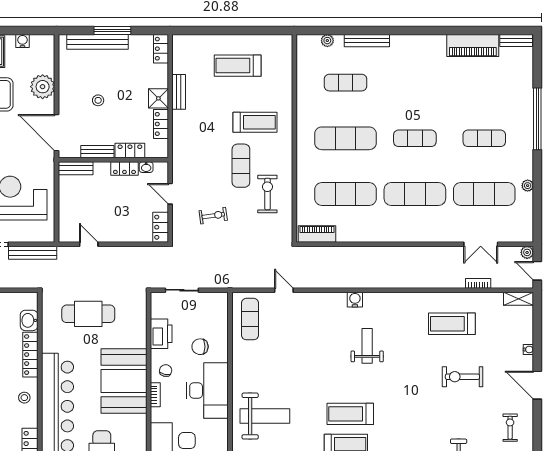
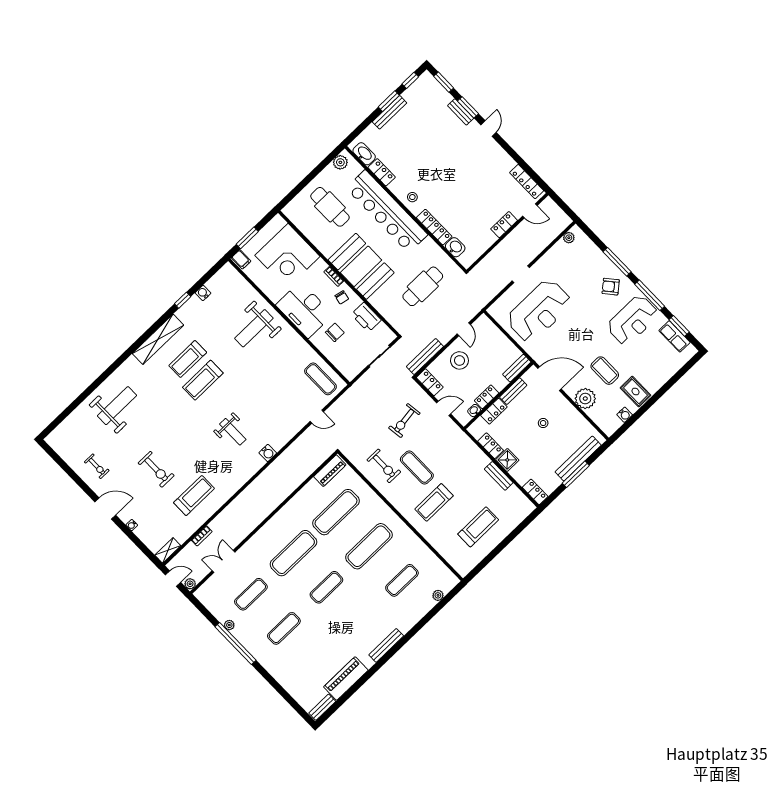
bench: (367, 41) -> (386, 645), moved
window: (537, 119) -> (236, 643), moved
exercise mat: (484, 194) -> (251, 594), width x0.73, depth x0.69
exercise bike: (213, 216) -> (404, 421), width x1.38, depth x1.39
stool: (118, 221) -> (459, 360), added
door: (89, 244) -> (464, 329), hinge flipped
bench: (33, 253) -> (425, 357), moved
exercise bike: (462, 377) -> (156, 469), turned 90
treadmill: (350, 414) -> (203, 380), turned 180

